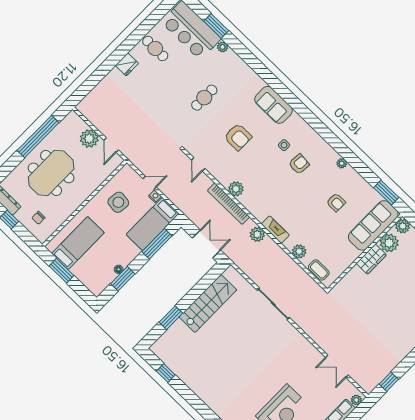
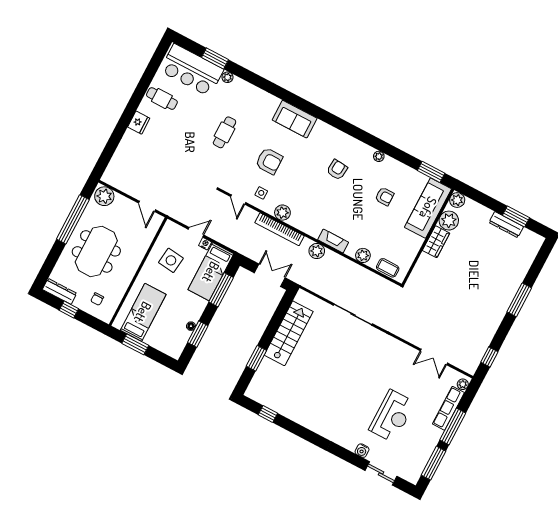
plant: (89, 139) -> (104, 196), moved
side table: (284, 145) -> (261, 193), moved

